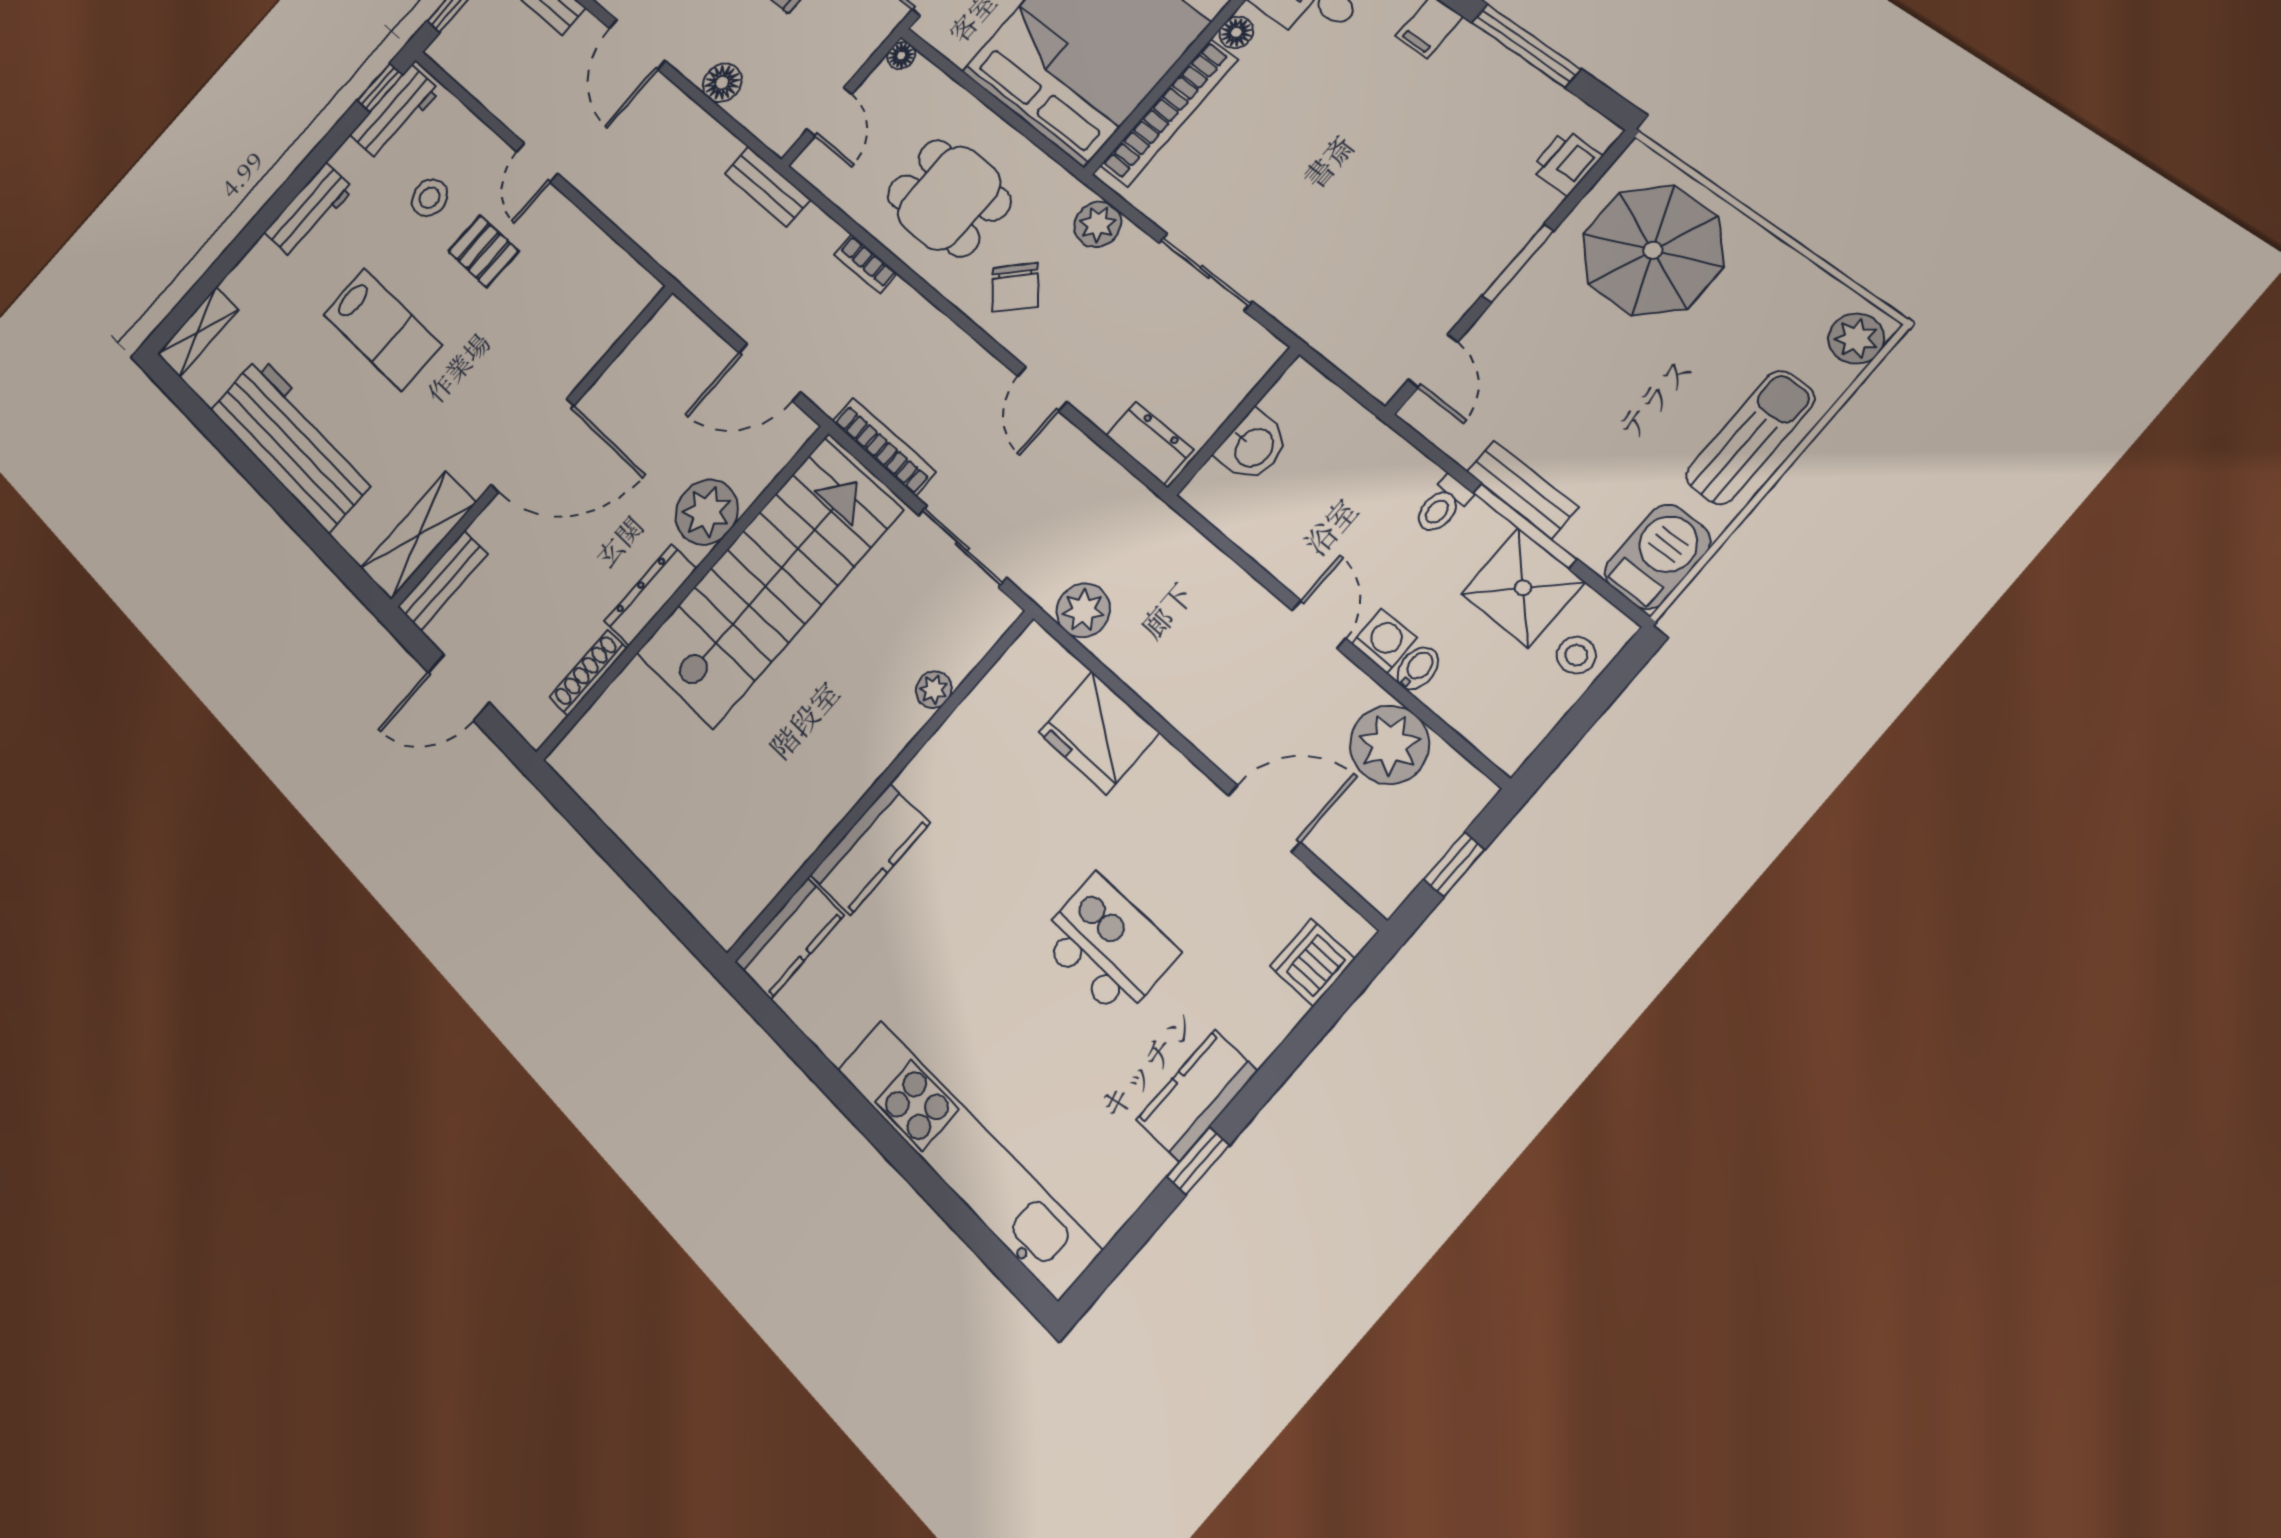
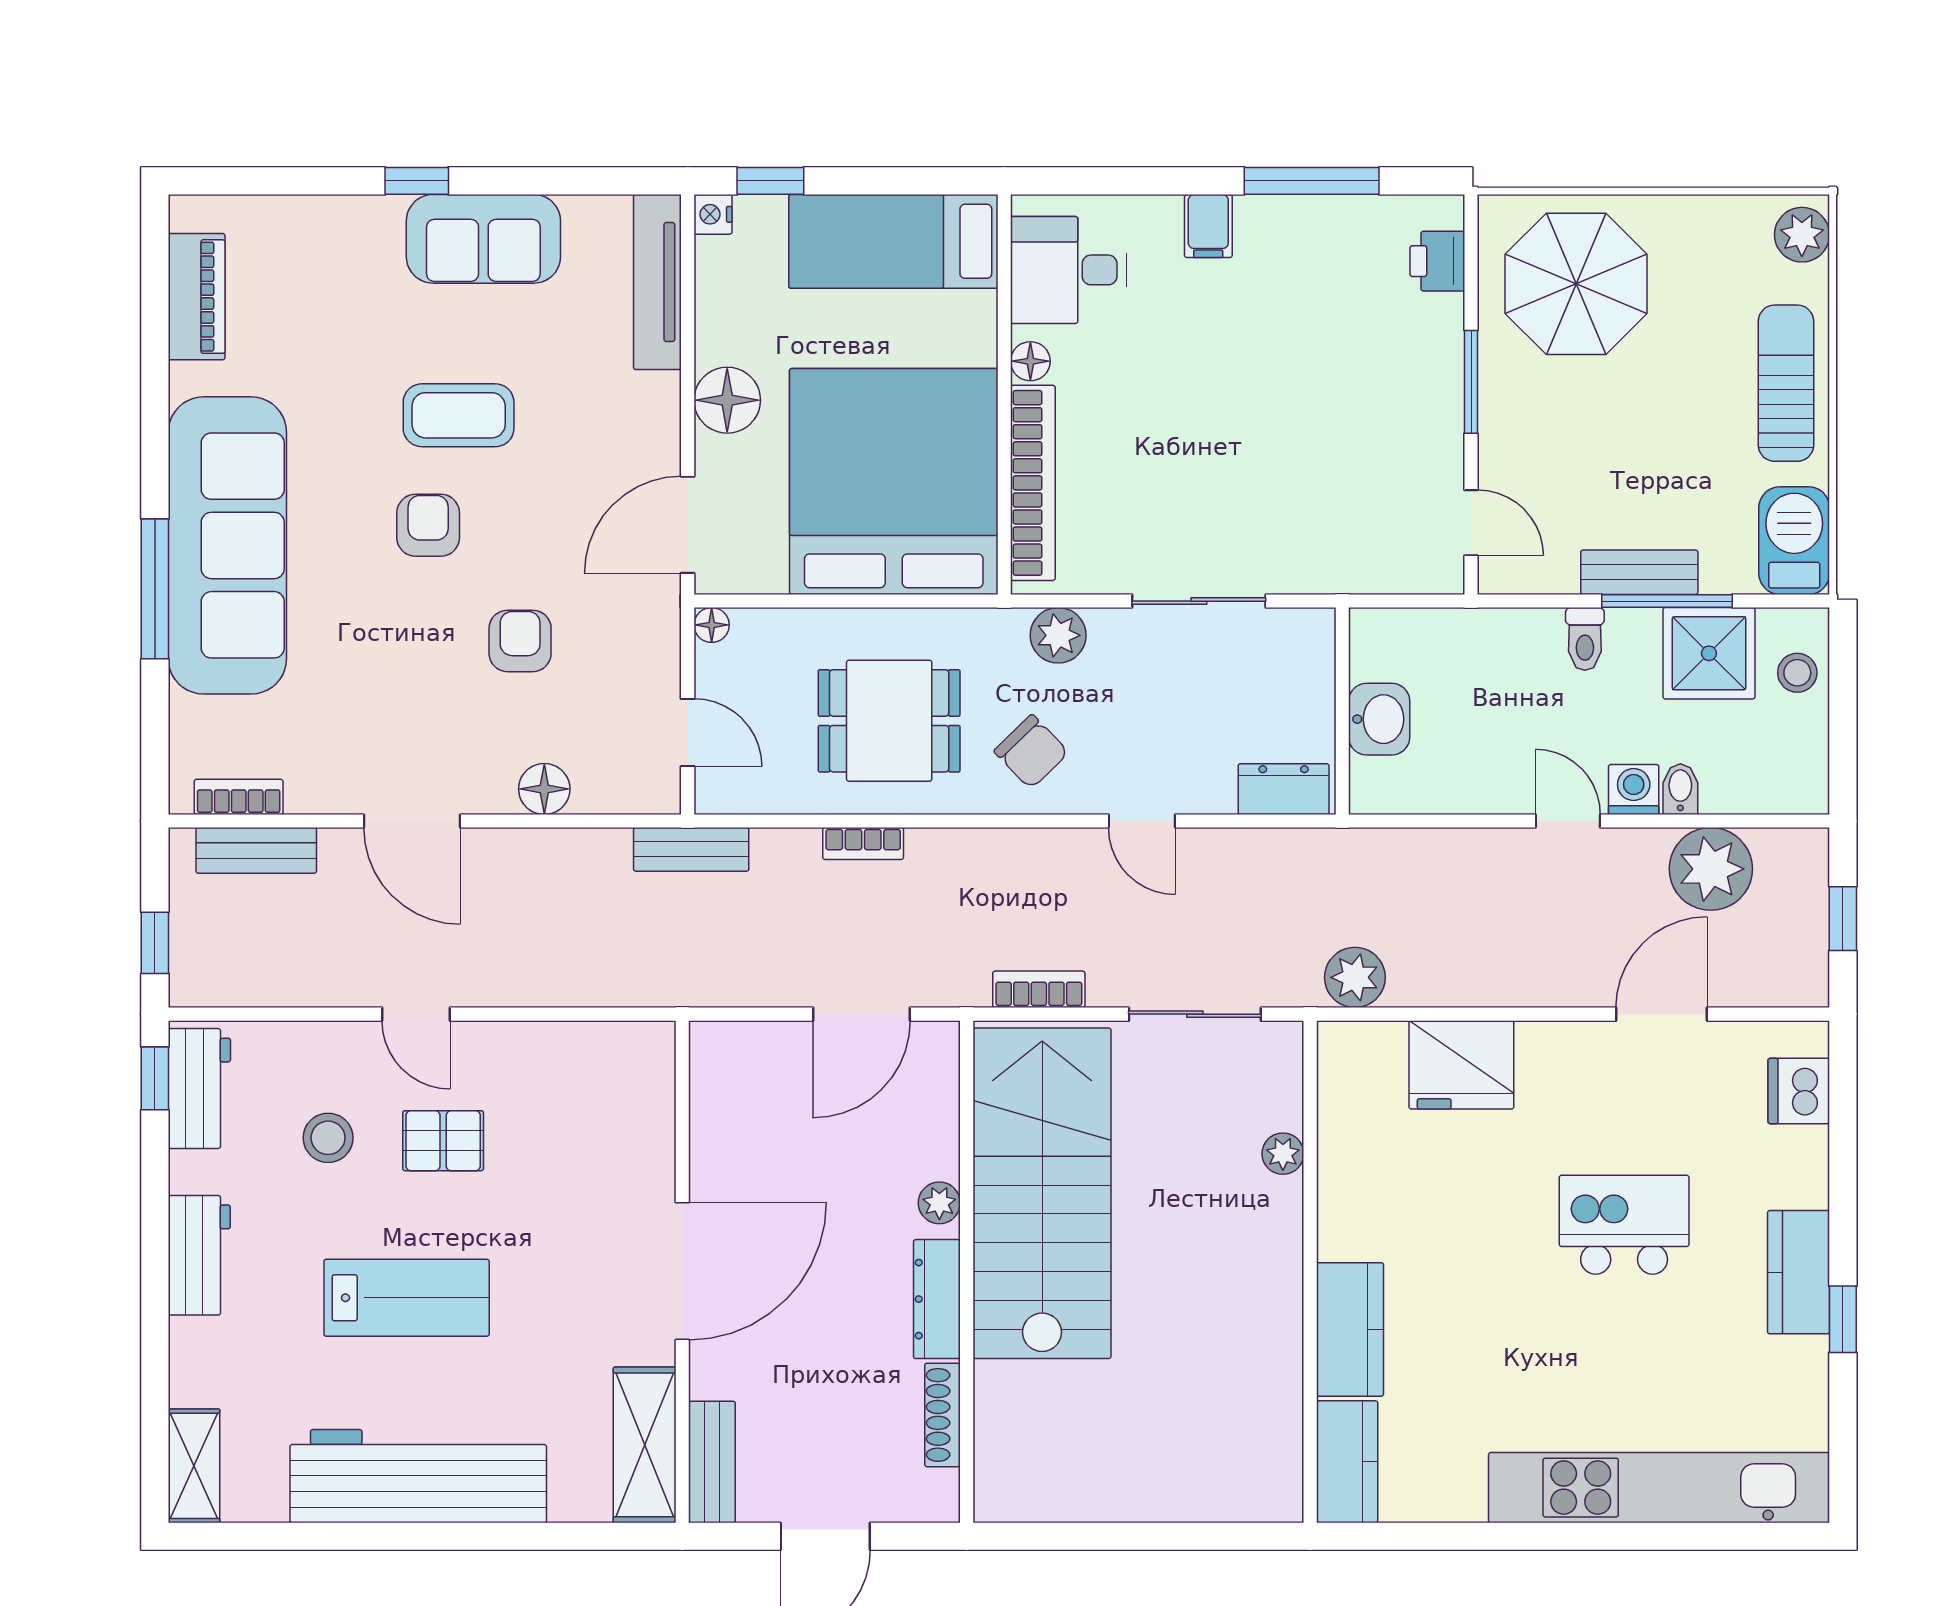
bookcase: (884, 447) -> (1039, 989), width x0.64
plant: (707, 512) -> (939, 1203), width x0.53, depth x0.53

